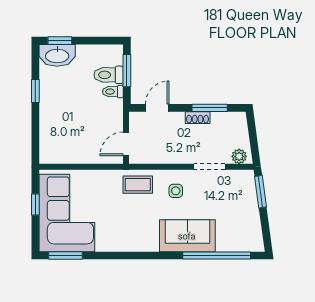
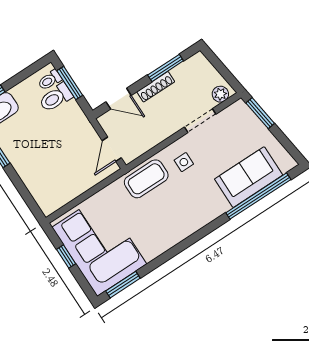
toilet: (113, 92) -> (50, 80), moved
door: (157, 108) -> (119, 99), swing flipped
shoe rack: (198, 118) -> (156, 87), width x1.43
coffee table: (138, 185) -> (146, 179), width x1.36, depth x1.30
sofa: (187, 236) -> (249, 177), moved

